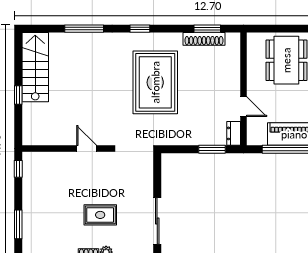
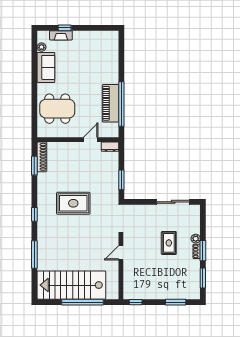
shoe rack: (204, 39) -> (42, 157), moved
stairs: (35, 67) -> (71, 285), width x1.36, depth x1.51
rug: (155, 82) -> (73, 203), width x0.73, depth x0.69
window: (18, 95) -> (82, 302), width x3.17
window: (212, 149) -> (121, 180), moved

